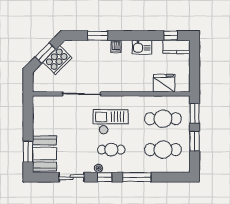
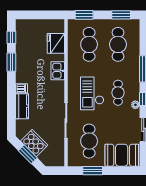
window: (98, 36) -> (11, 62), moved
kitchen sink: (142, 47) -> (58, 71), moved, turned 180
kitchen counter: (177, 47) -> (22, 106), moved
cafe table: (60, 119) -> (89, 141), added
window: (195, 141) -> (121, 15), moved
window: (28, 152) -> (93, 171), moved

